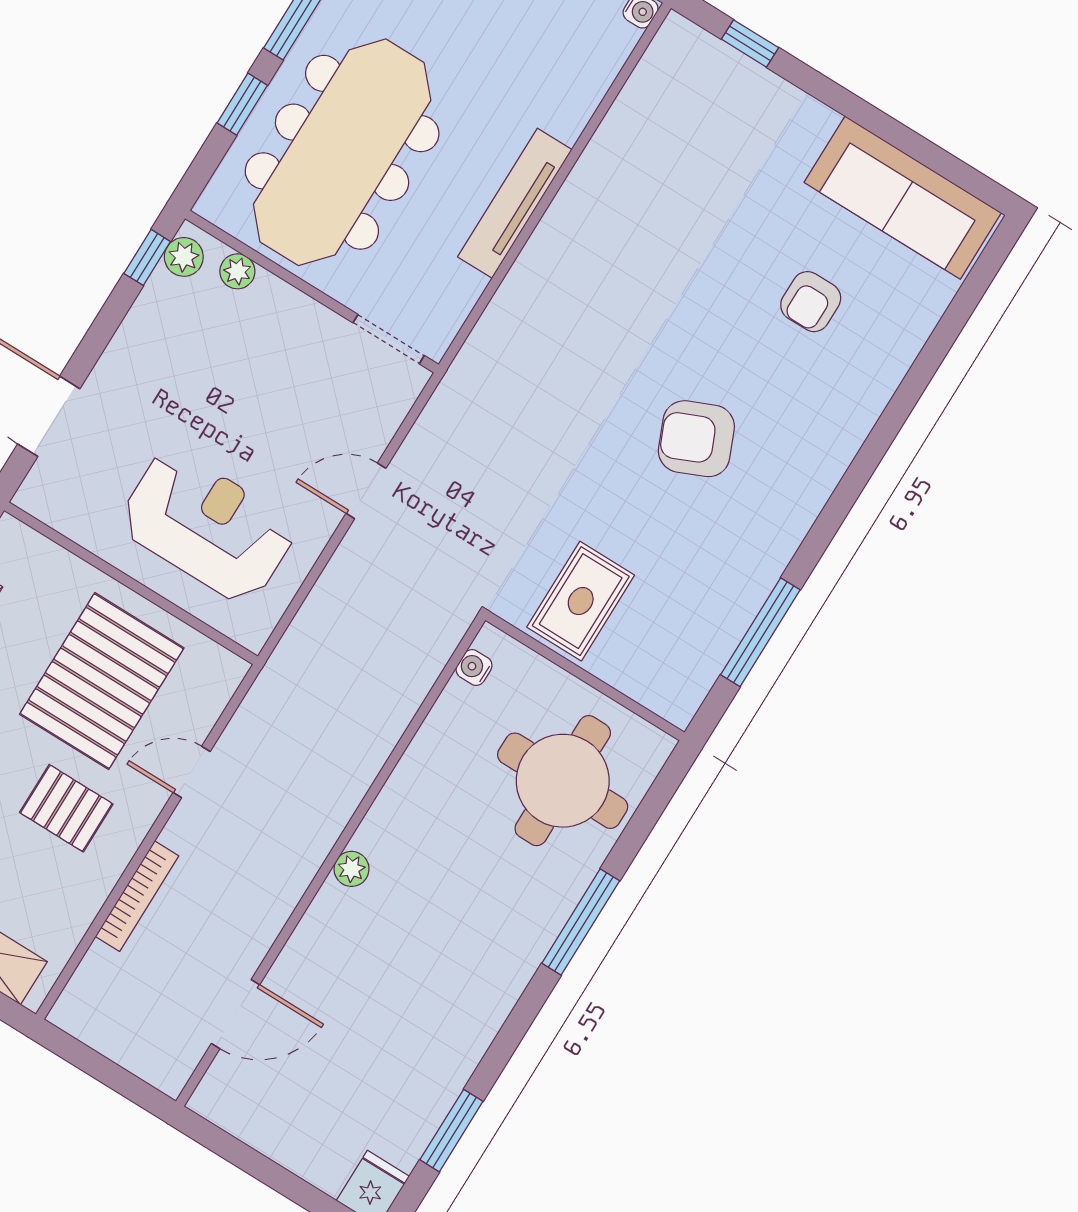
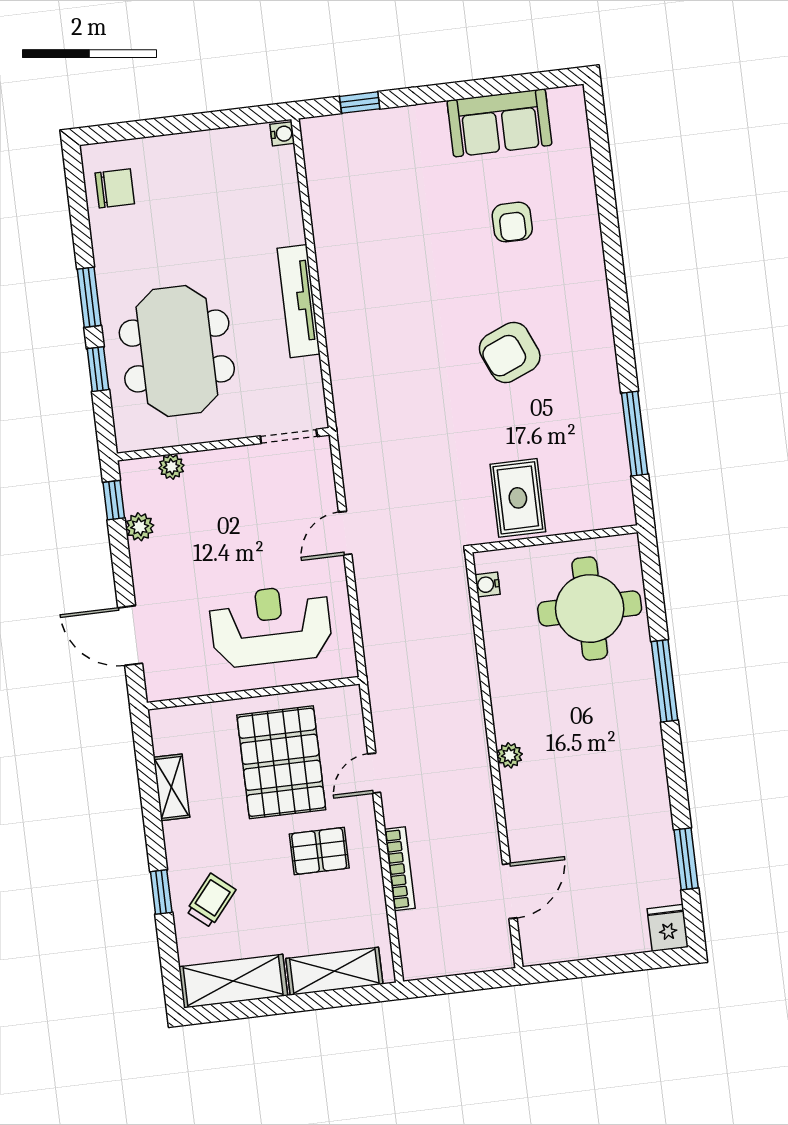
meeting table: (342, 152) -> (177, 351), width x0.73
sofa: (903, 198) -> (499, 123), width x0.73
plant: (184, 257) -> (140, 527), moved

